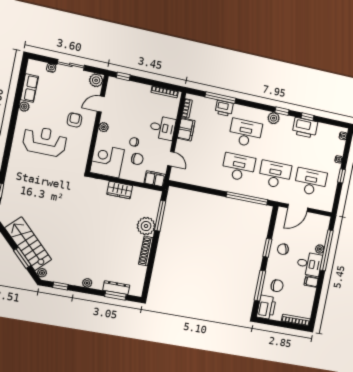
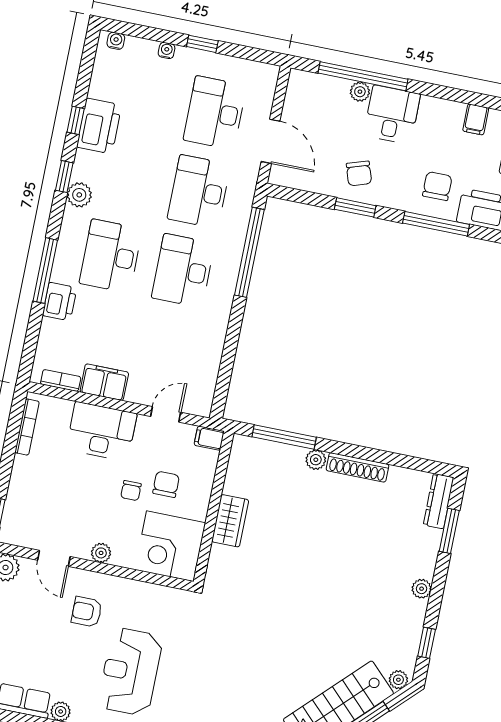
window: (220, 98) -> (45, 271), moved
desk: (163, 128) -> (101, 431), width x1.37
filing cabinet: (155, 179) -> (209, 438), width x0.50
plant: (146, 226) -> (316, 460), width x0.53, depth x0.53
filing cabinet: (311, 282) -> (476, 119), moved
dresser: (116, 288) -> (439, 501), moved

